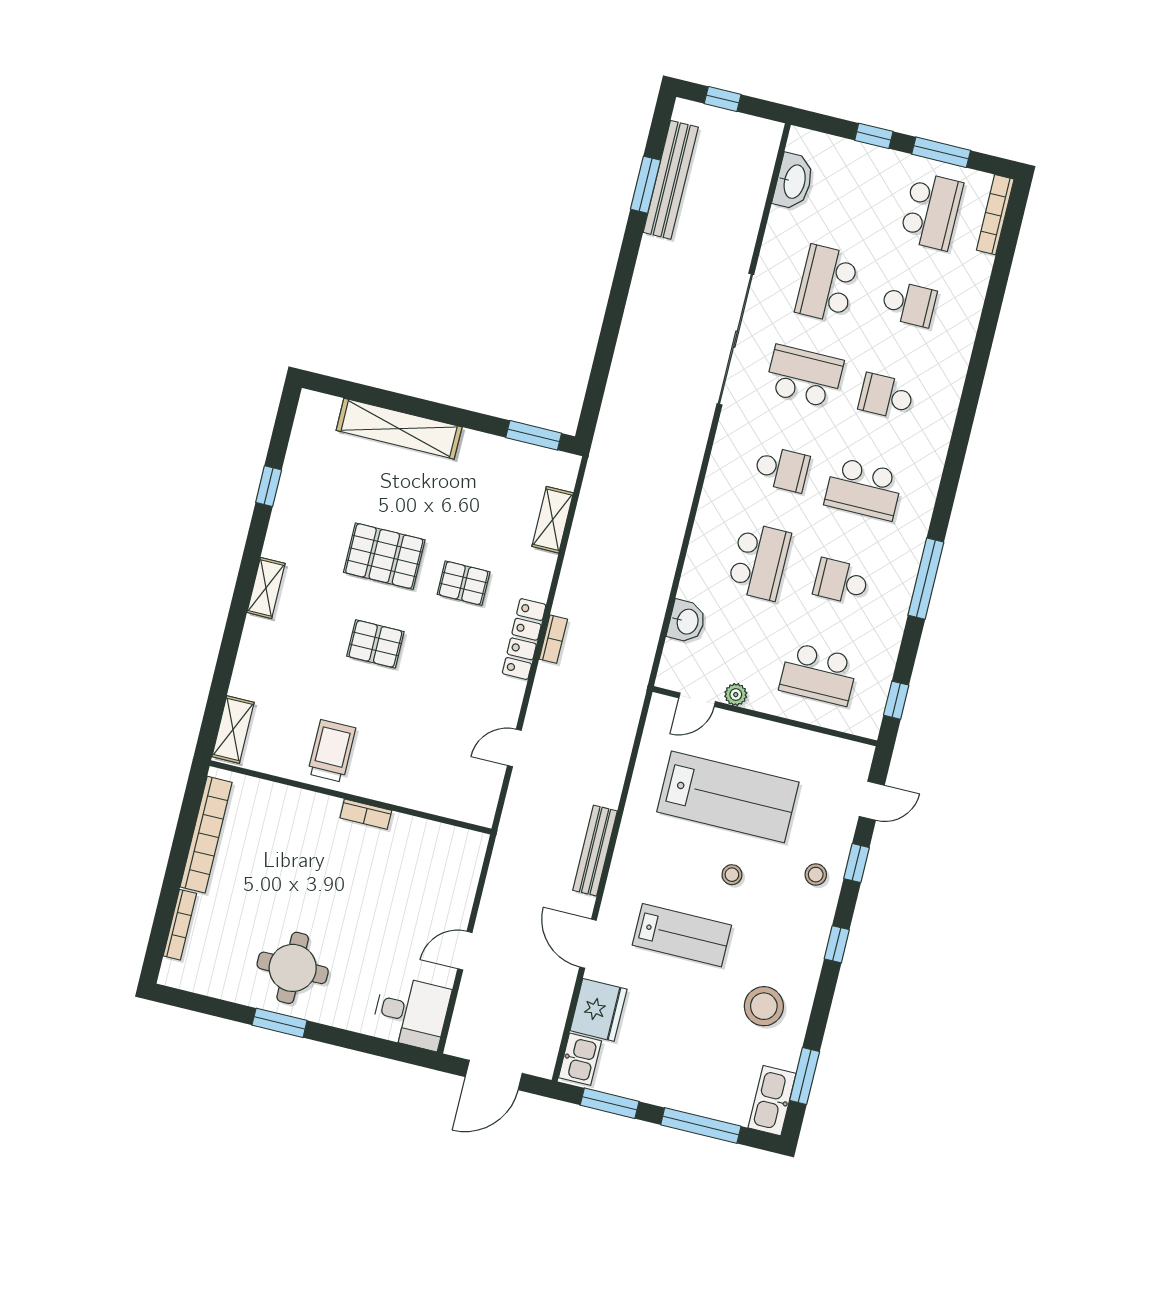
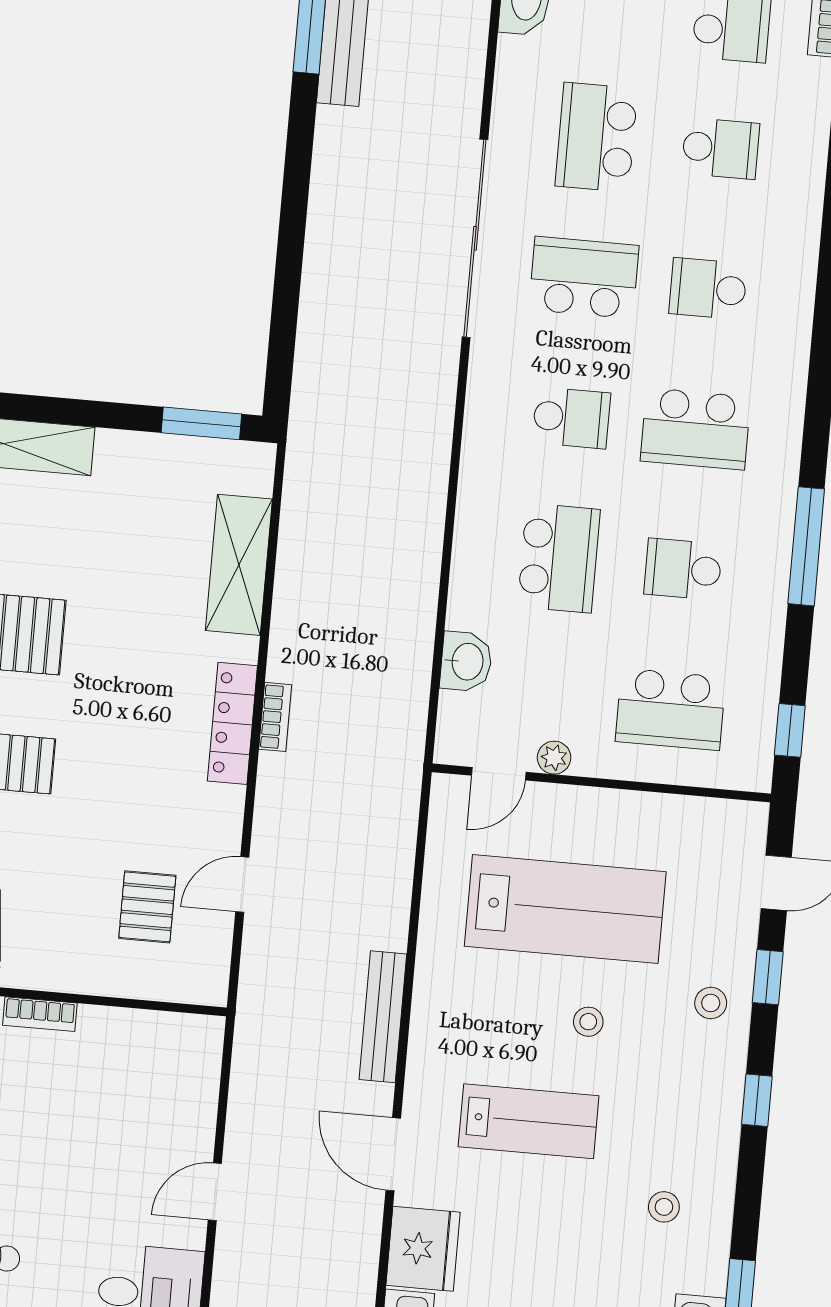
shelving: (553, 520) -> (239, 565), width x1.50, depth x1.33
pallet: (464, 583) -> (147, 907), moved, turned 90
stool: (764, 1006) -> (664, 1207), width x0.53, depth x0.53

